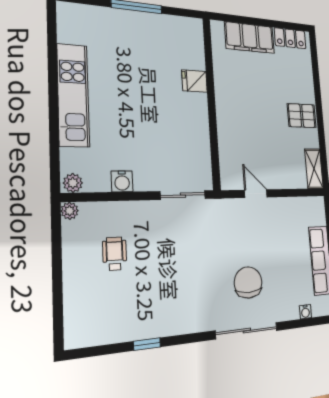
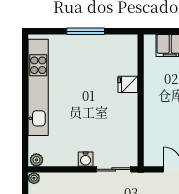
kitchen unit: (73, 95) -> (38, 87), width x1.36
water cooler: (122, 181) -> (86, 159), moved

